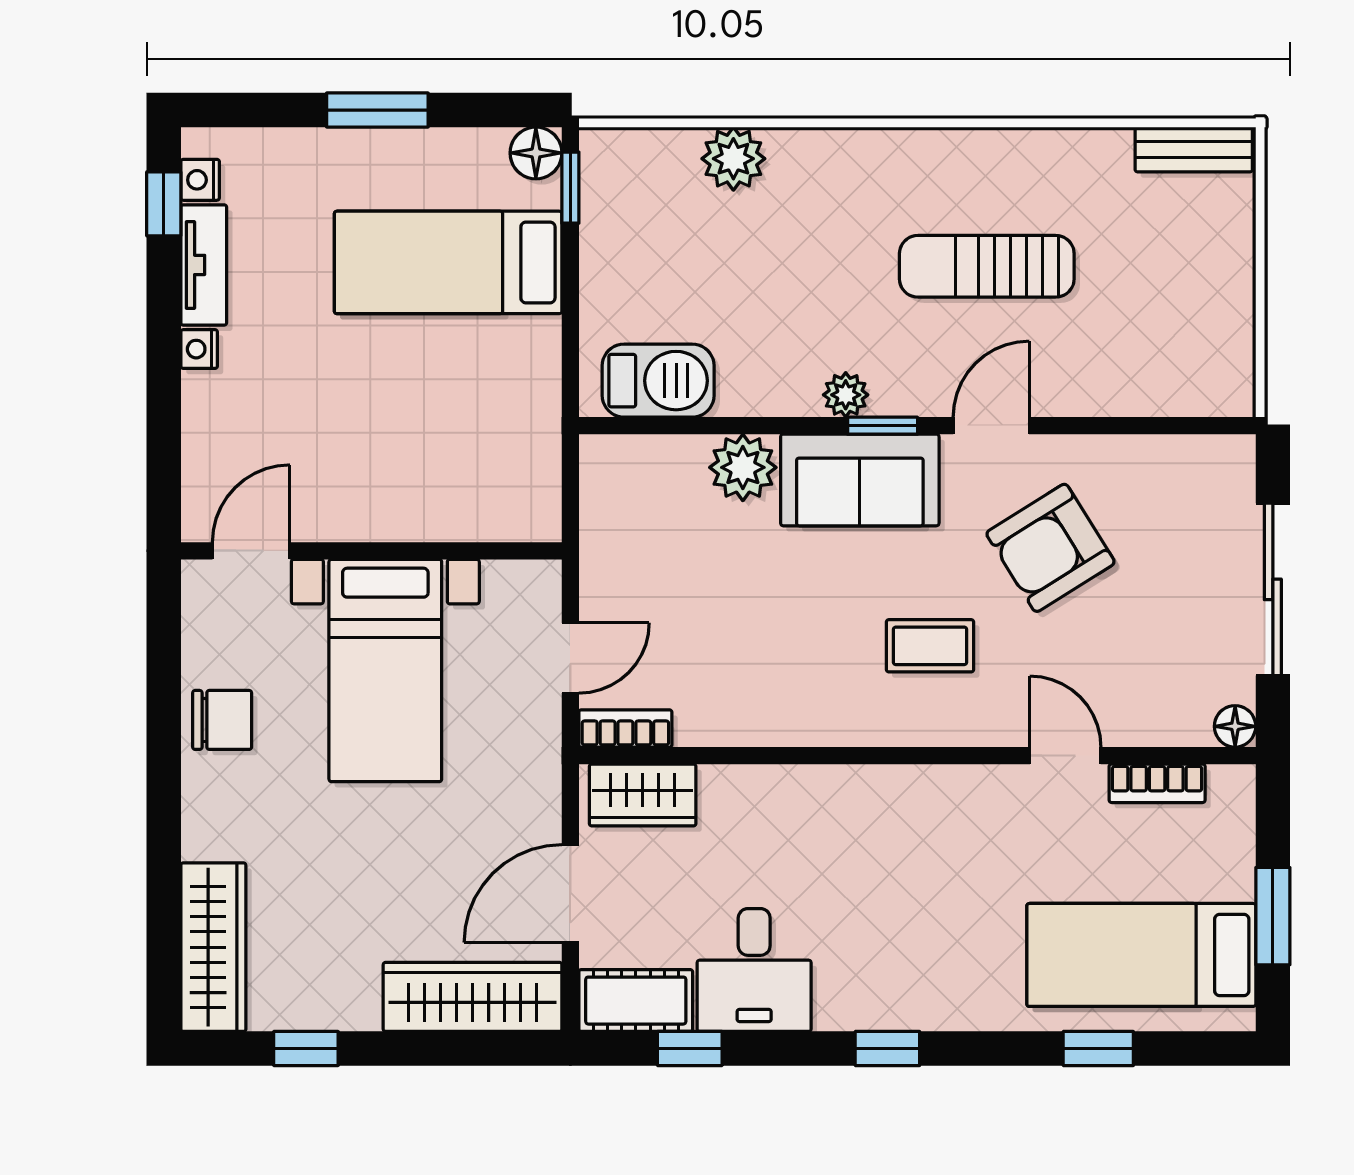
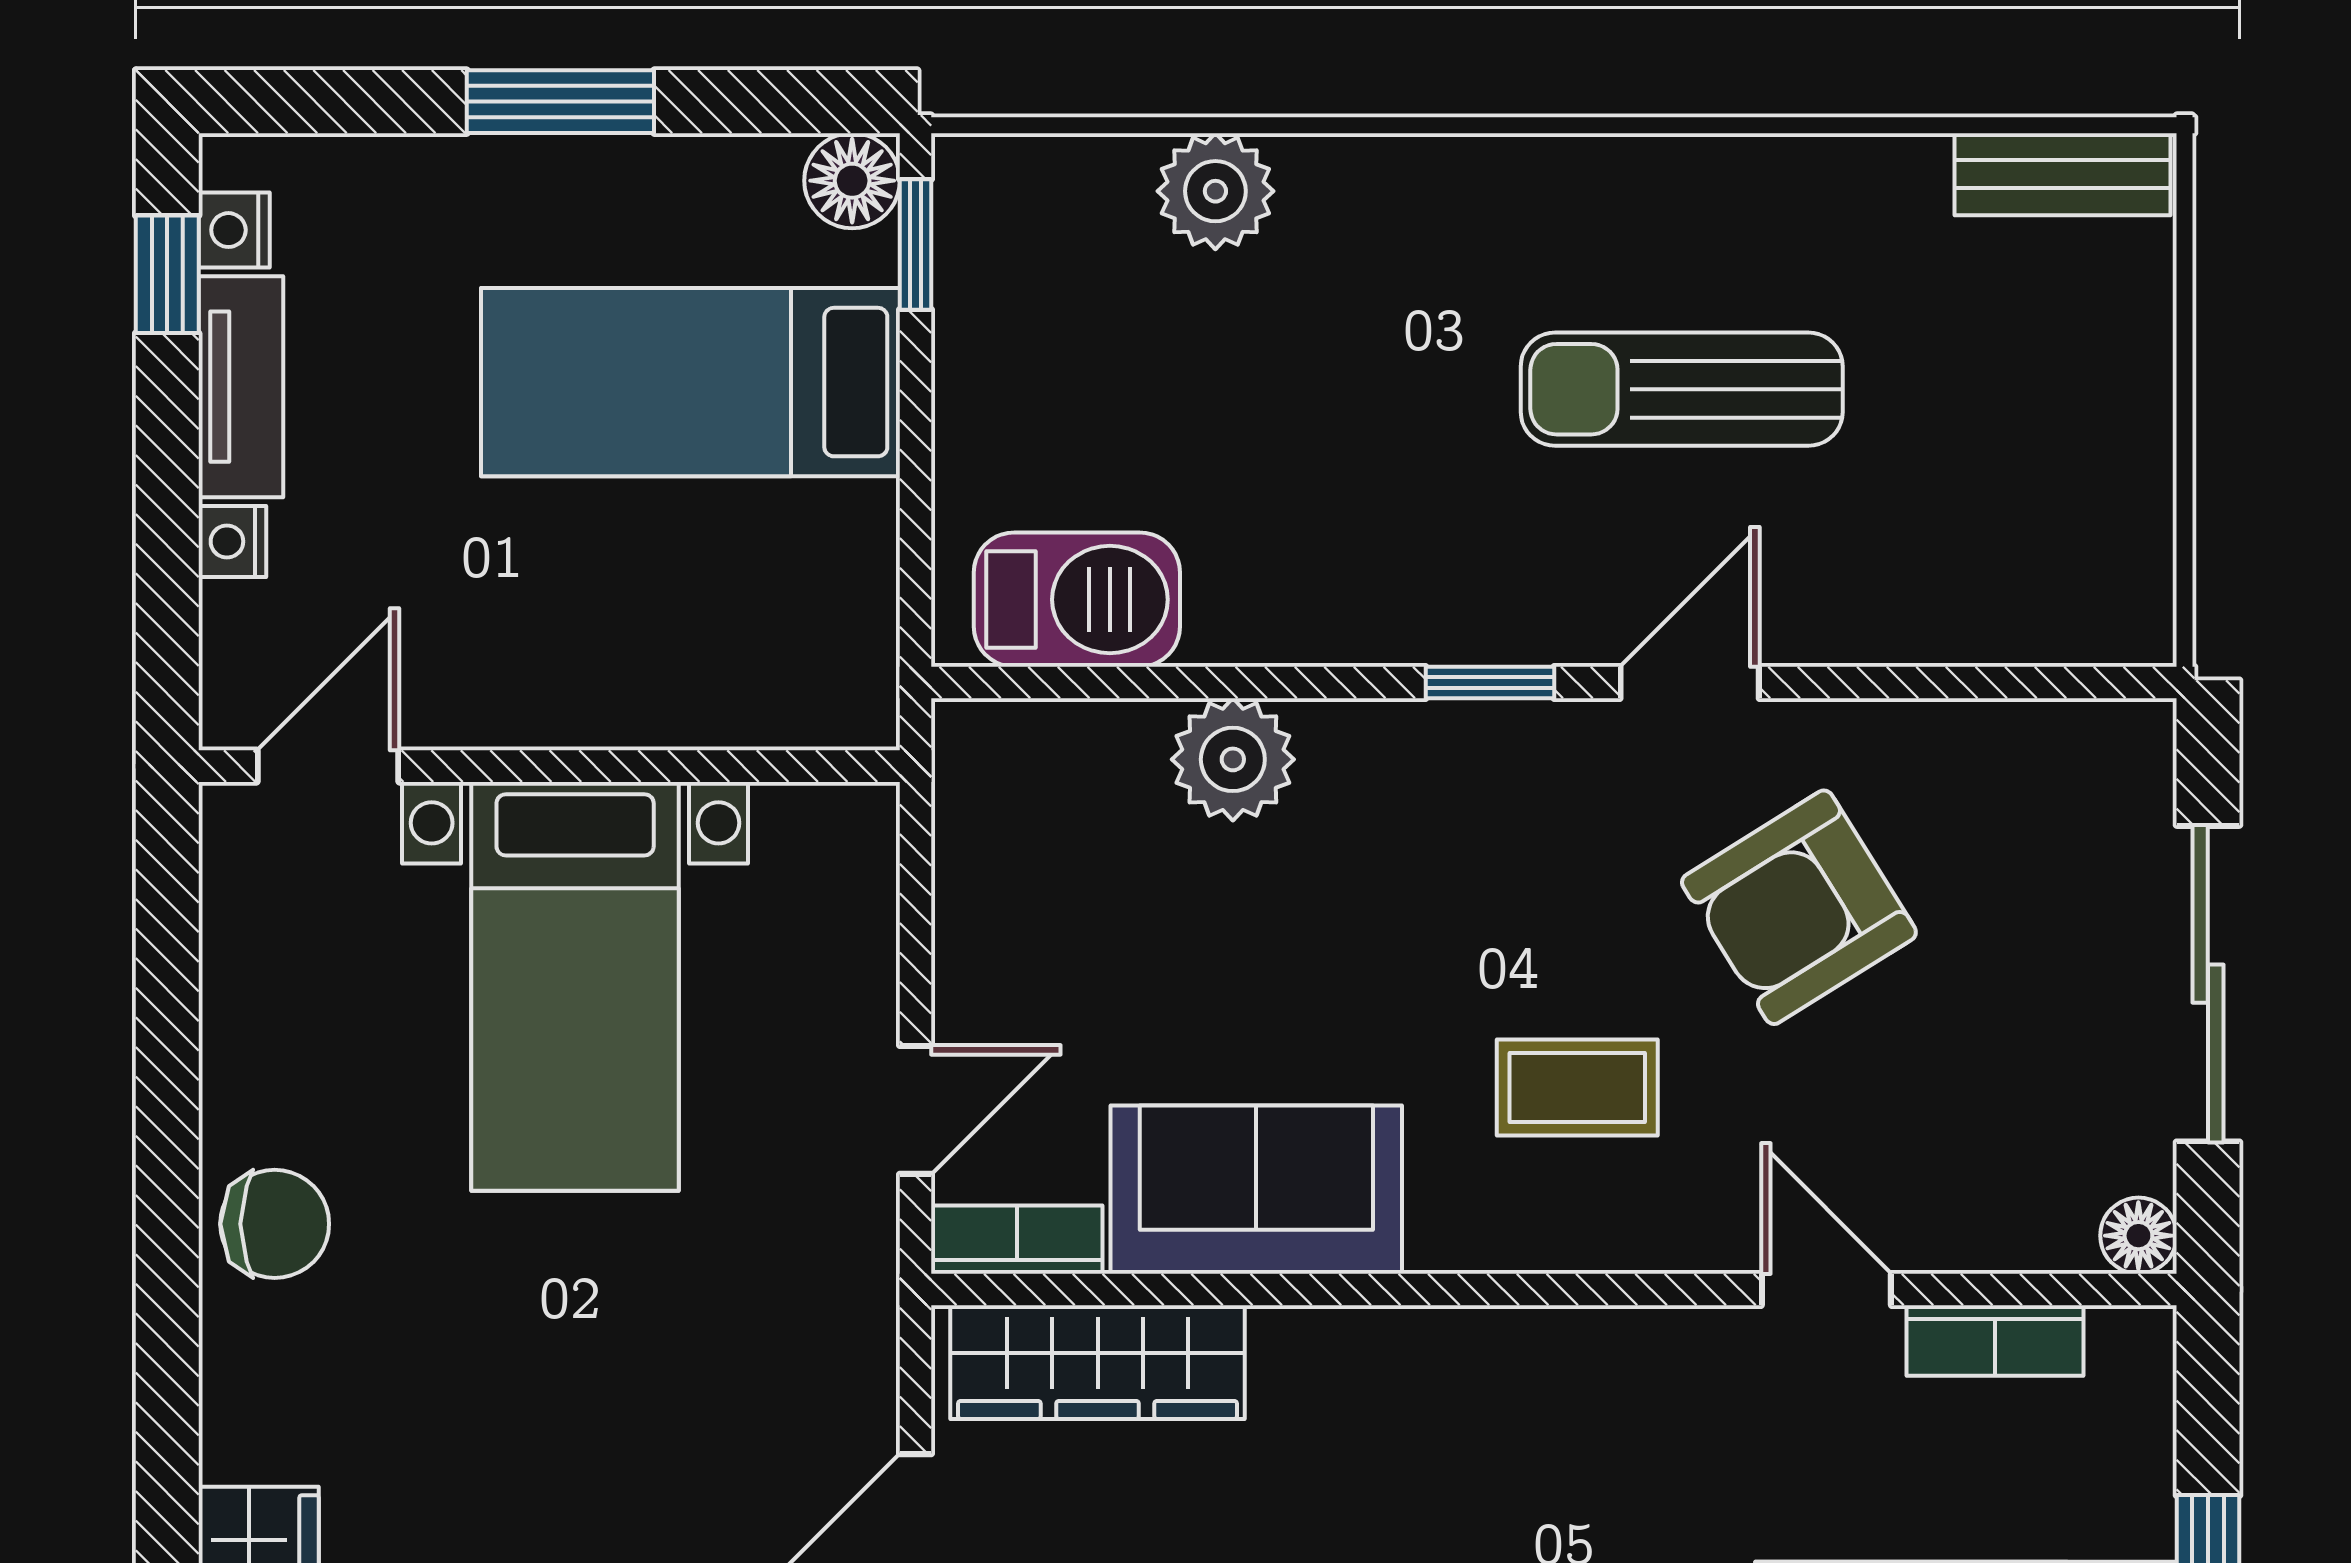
plant: (846, 395) -> (1422, 626), removed
sofa: (860, 480) -> (1256, 1190), moved, turned 180
door: (251, 551) -> (328, 766), moved
wall: (371, 551) -> (549, 766), moved
bed with nightstands: (385, 670) -> (575, 986), moved
wardrobe: (643, 795) -> (1098, 1362), width x1.50

